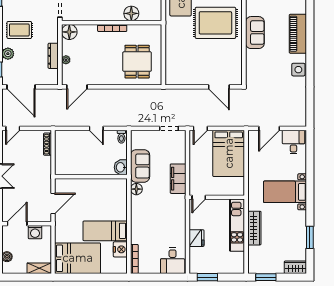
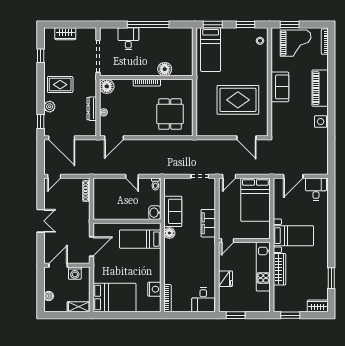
rug: (215, 23) -> (238, 100), moved
bed with nightstands: (285, 192) -> (293, 236), moved, turned 180
bed: (105, 231) -> (140, 239), moved

